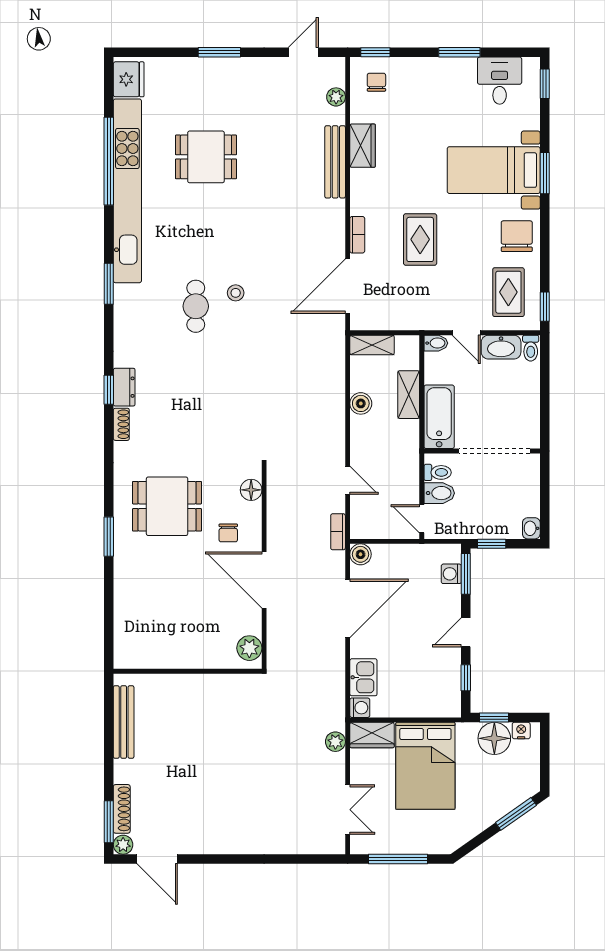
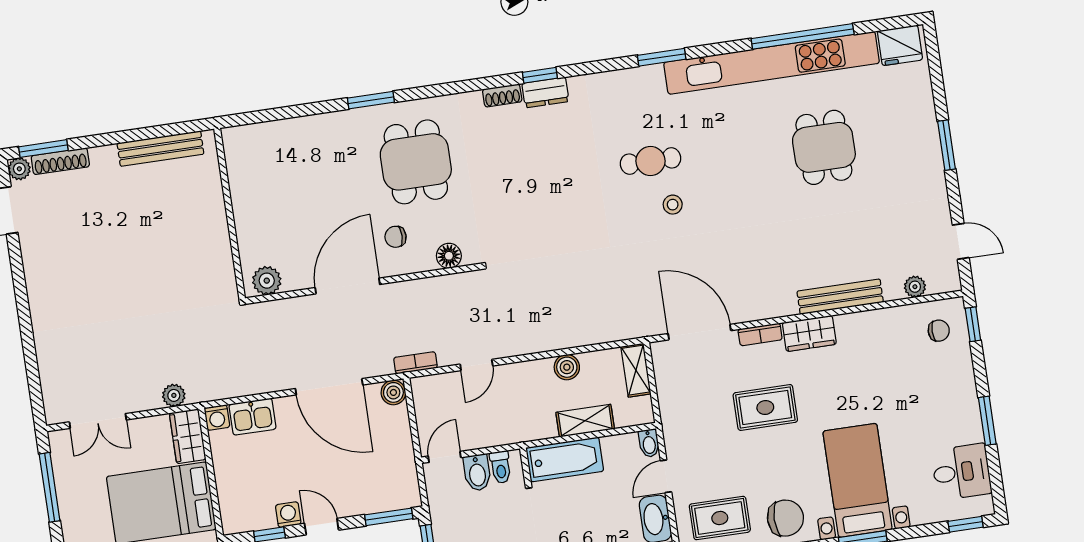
wardrobe: (363, 146) -> (809, 333), moved
washing machine: (451, 574) -> (288, 515), moved

